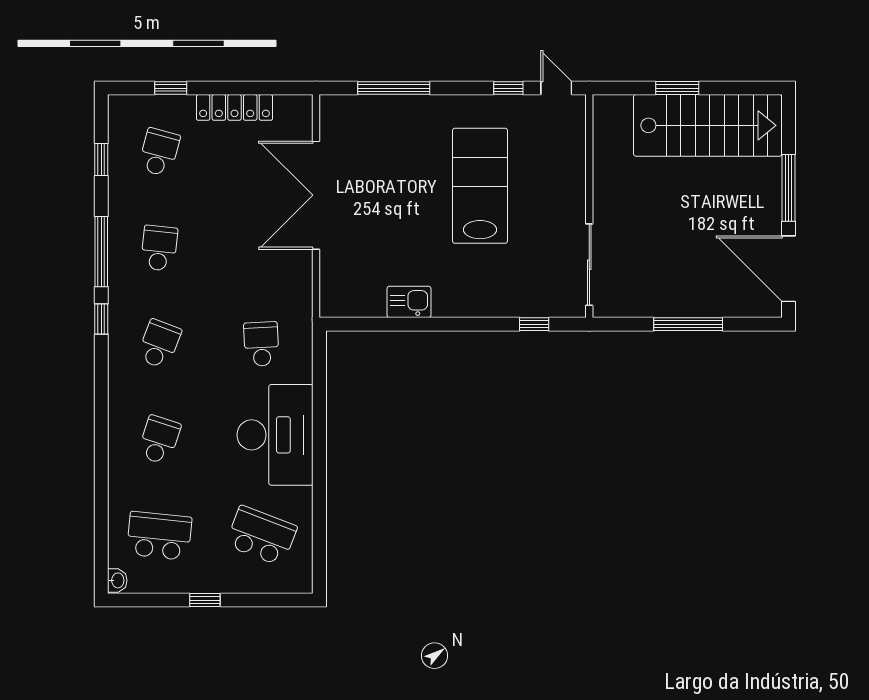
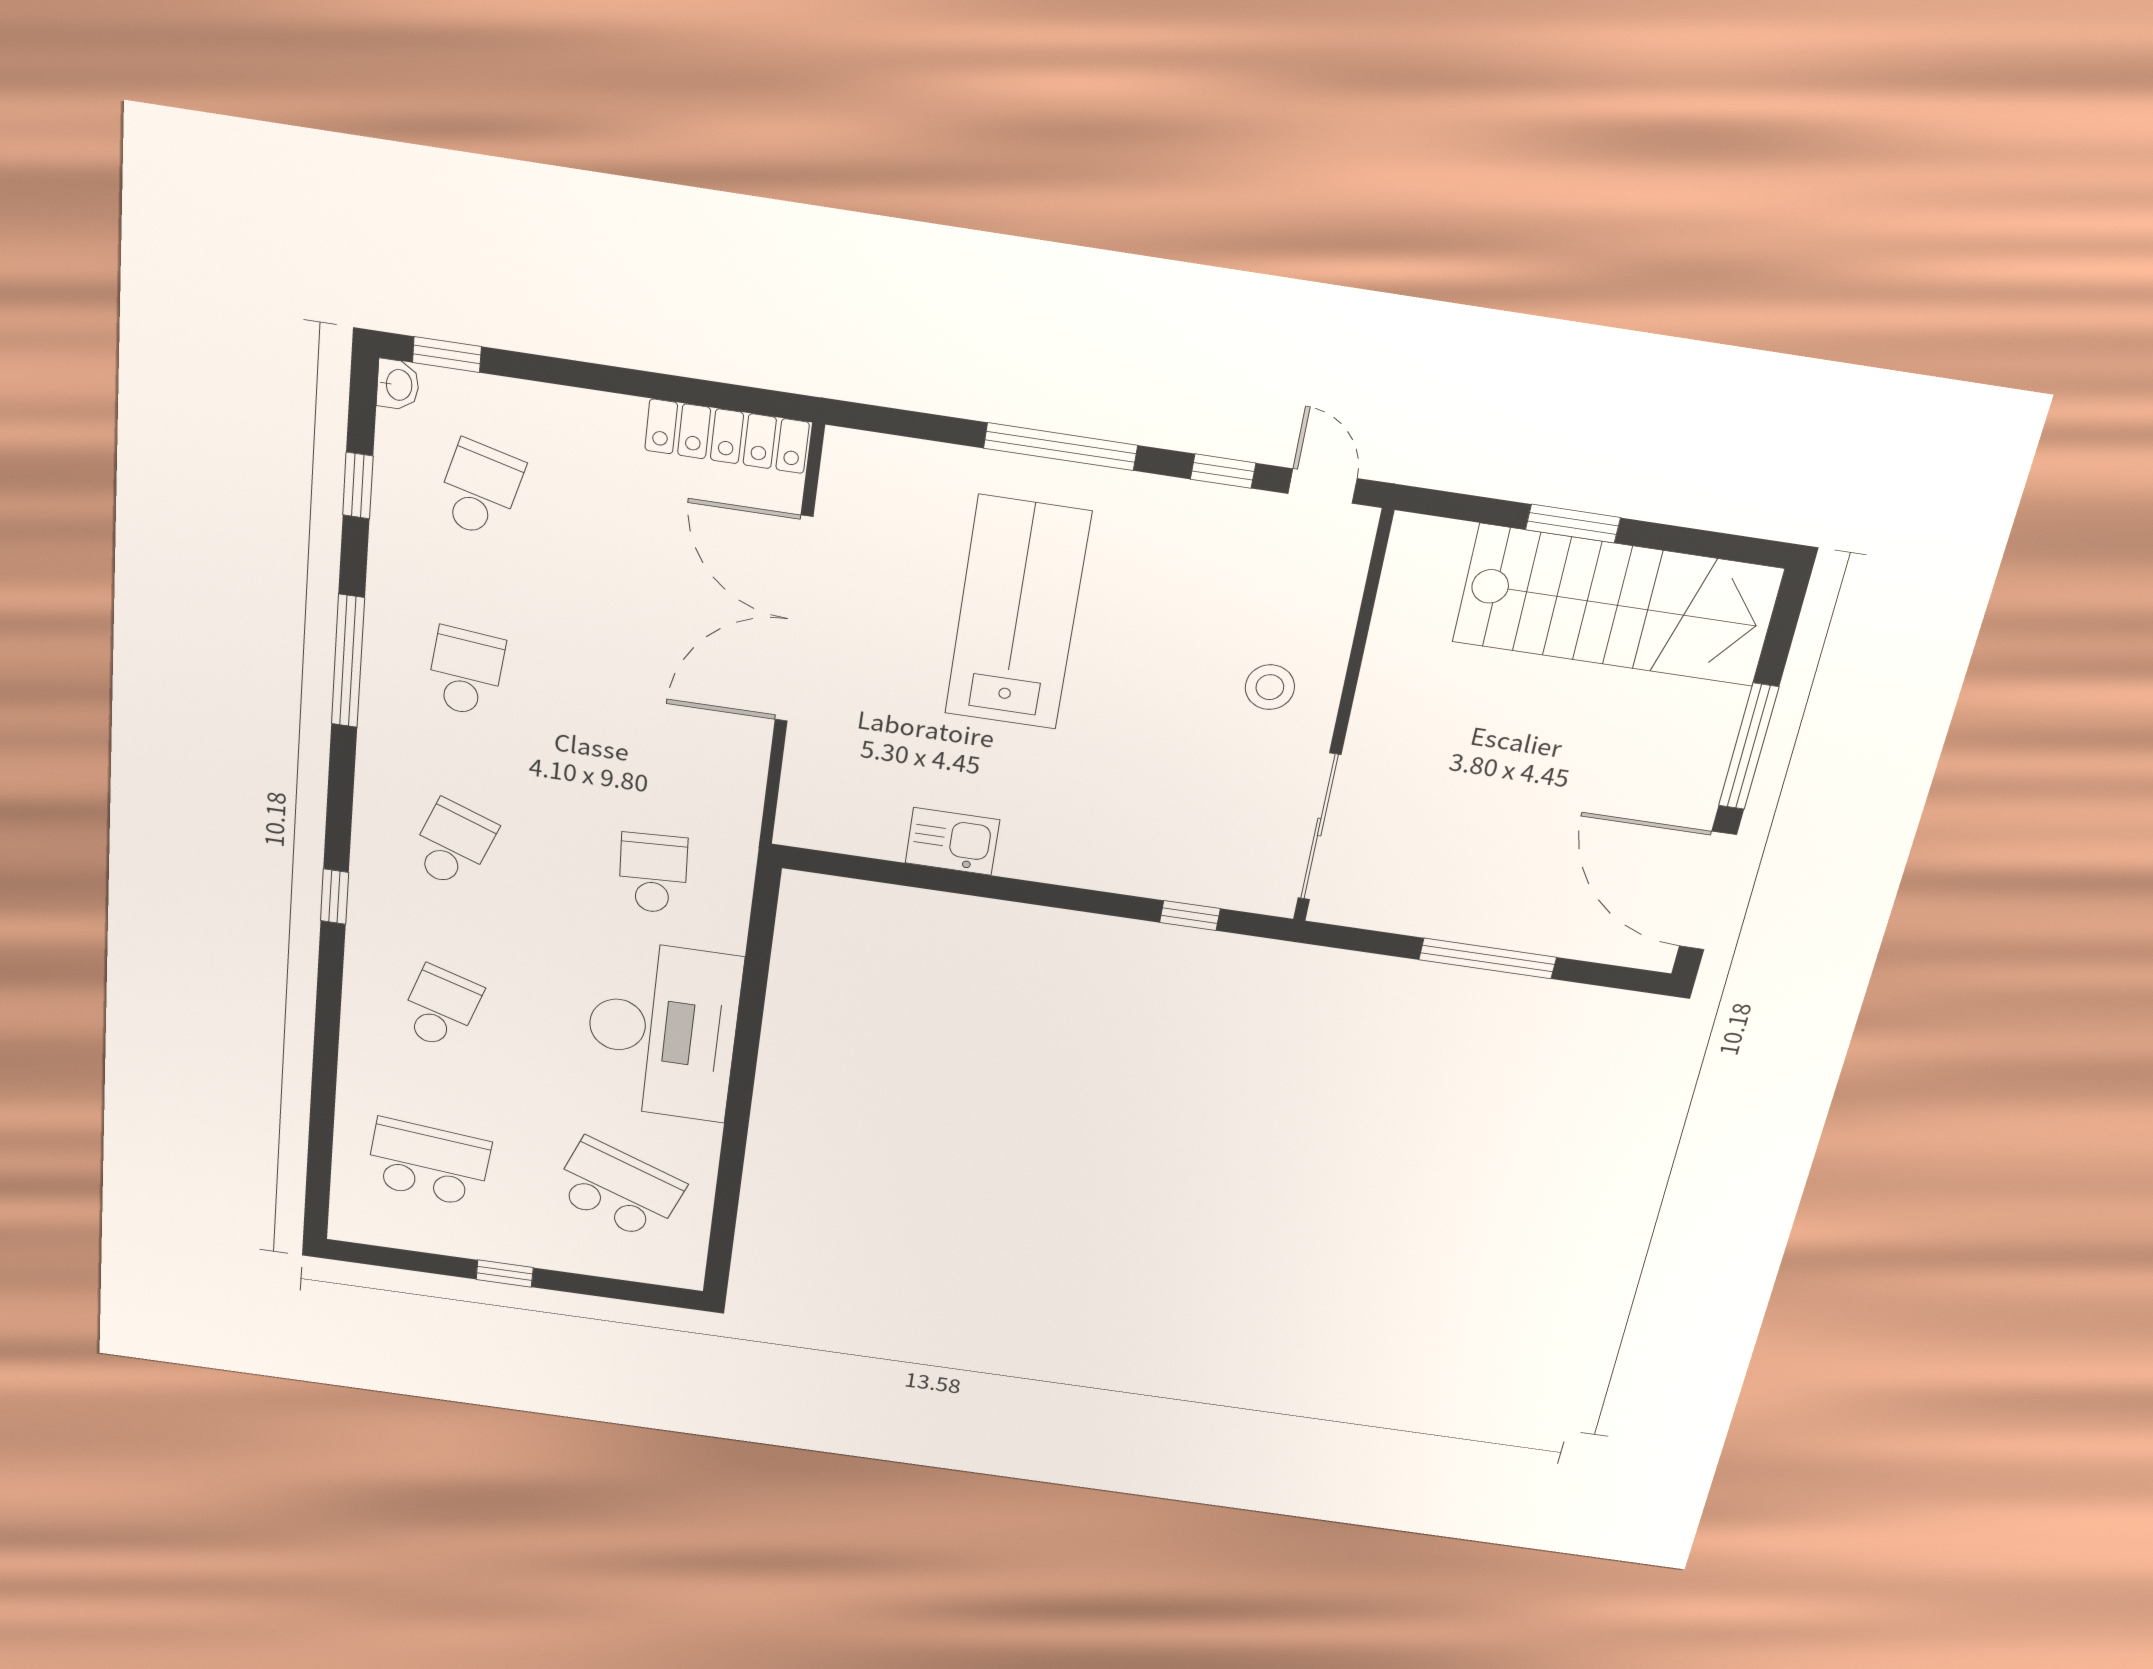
window: (171, 88) -> (447, 355), moved
window: (394, 88) -> (1061, 447), moved
locker: (234, 107) -> (727, 436), moved
lab bench: (480, 186) -> (1018, 613), moved
stool: (551, 194) -> (1270, 687), added
window: (101, 319) -> (334, 897), moved
washbasin: (117, 580) -> (398, 385), moved

